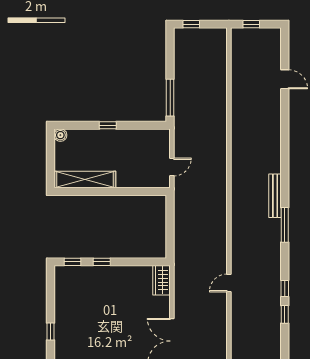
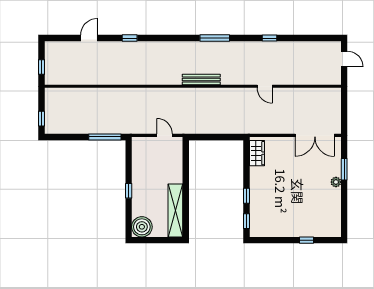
boiler: (60, 135) -> (142, 227), width x1.86, depth x1.86
bench: (275, 196) -> (201, 80), moved
wardrobe: (162, 280) -> (257, 153), moved, turned -90
window: (285, 314) -> (130, 38), moved

